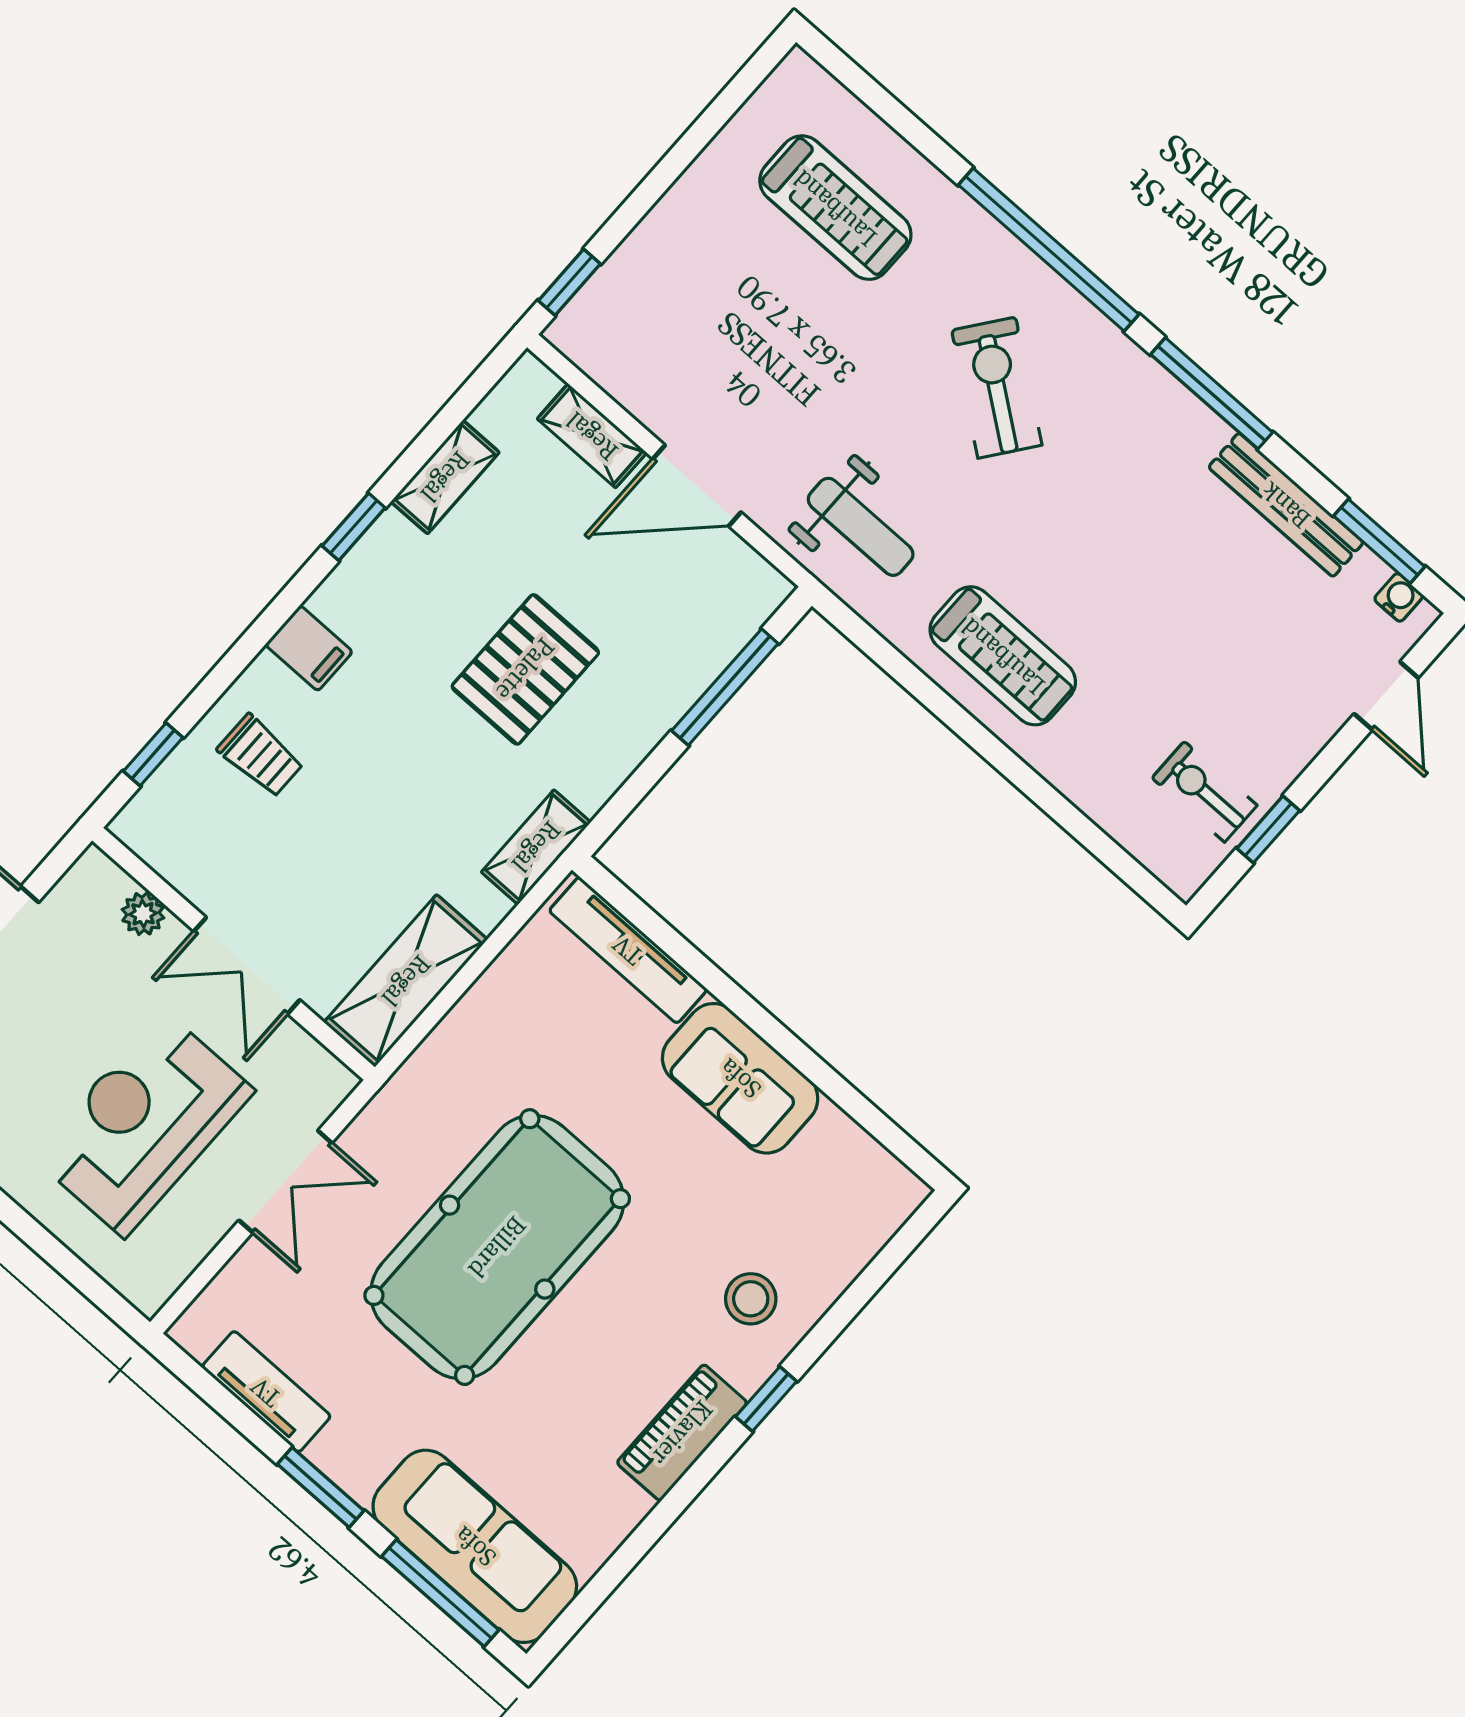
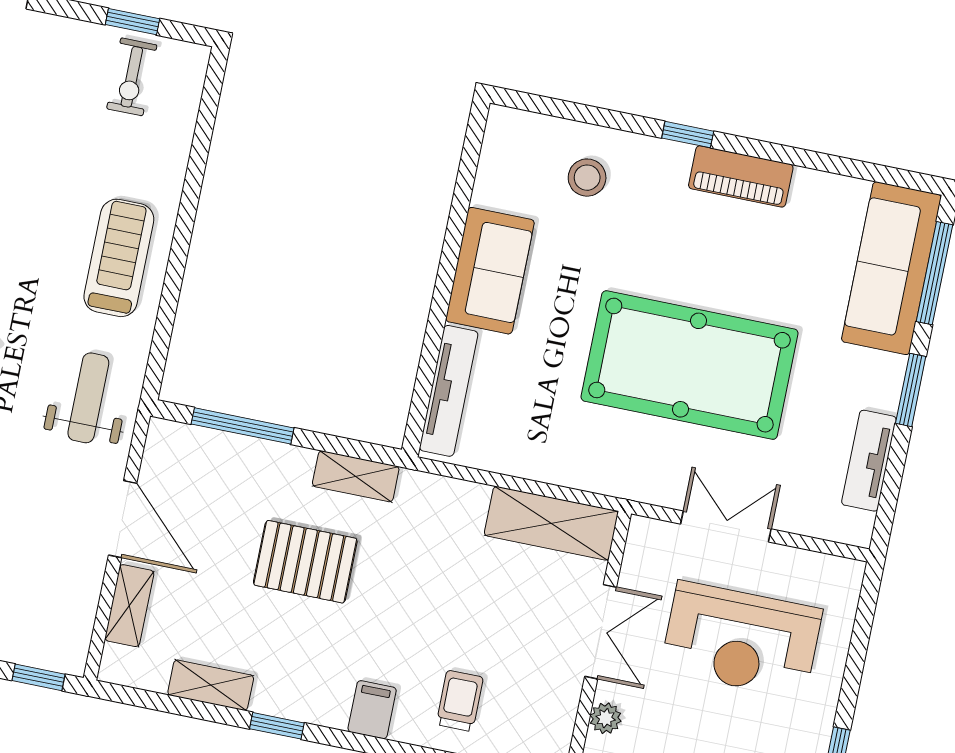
shelving: (536, 847) -> (356, 476), moved
stool: (751, 1299) -> (587, 178), moved

